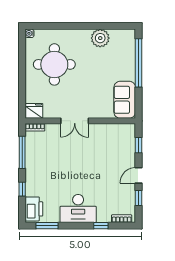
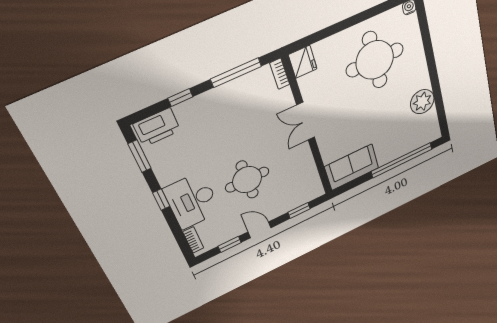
round table: (96, 170) -> (247, 180), added
desk: (78, 208) -> (192, 201), moved
window: (101, 226) -> (161, 200), moved

